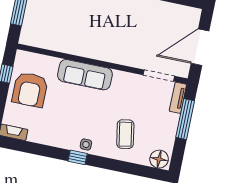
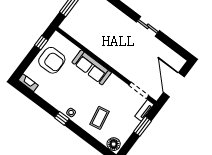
door: (200, 47) -> (174, 85), hinge flipped
armchair: (30, 90) -> (52, 60), turned -90
window: (185, 119) -> (143, 126), width x0.69

